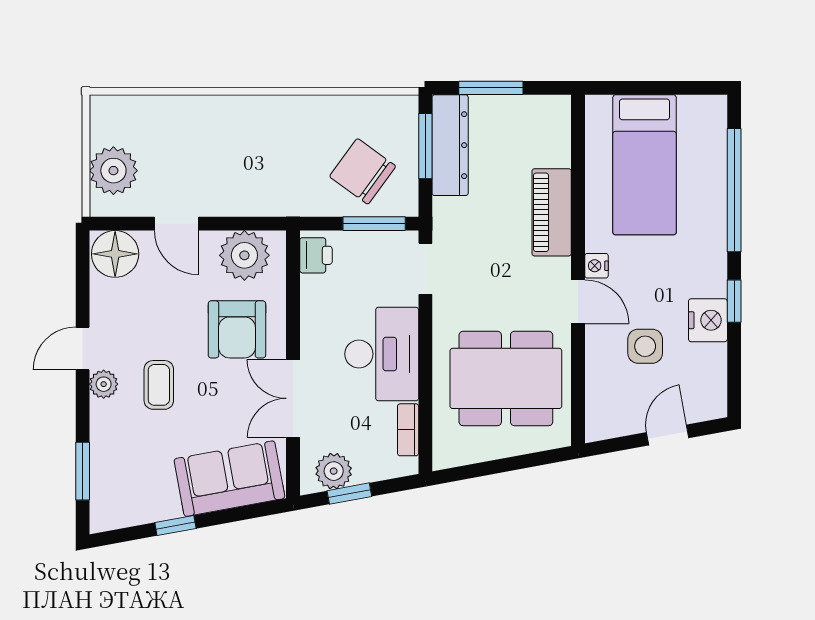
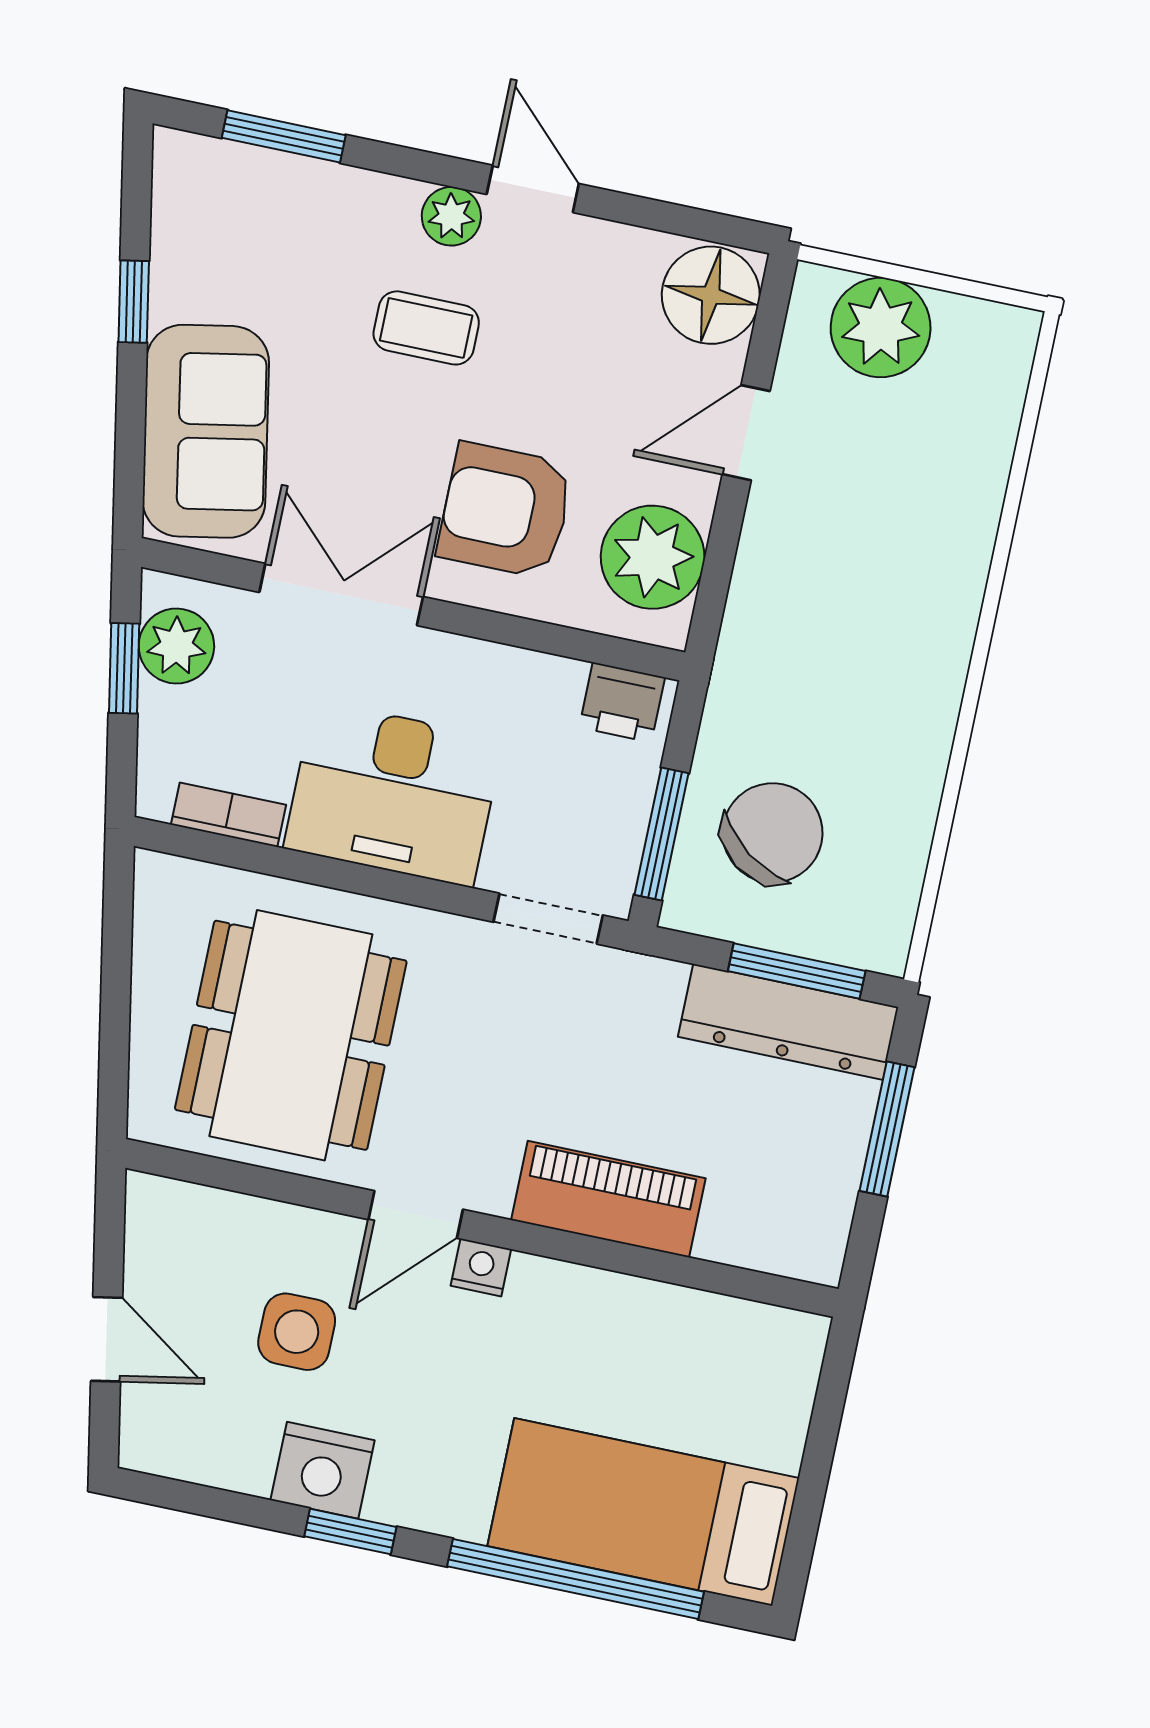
bed: (645, 165) -> (643, 1512), moved

